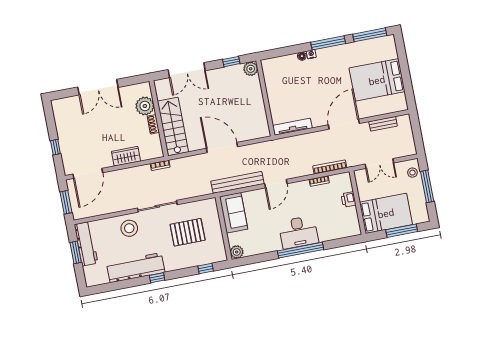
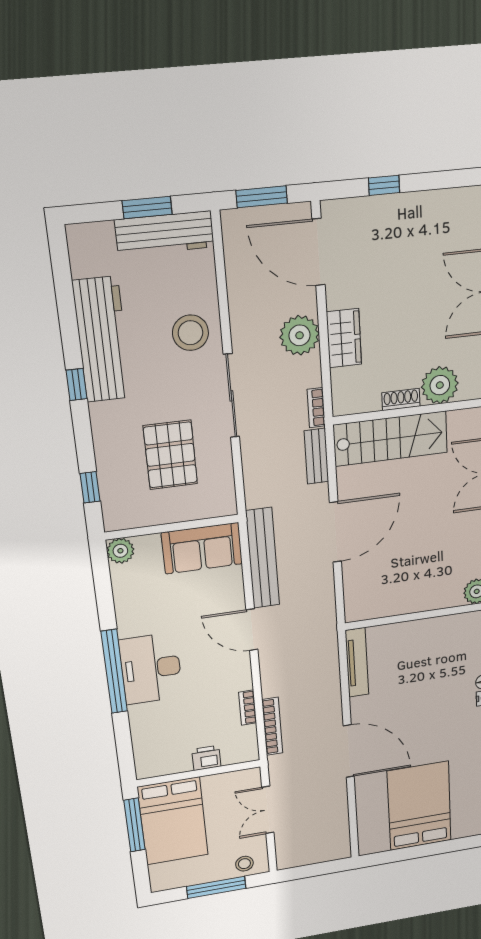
bench: (383, 124) -> (316, 456), moved
plant: (126, 178) -> (300, 335), added
window: (402, 231) -> (134, 825), moved

